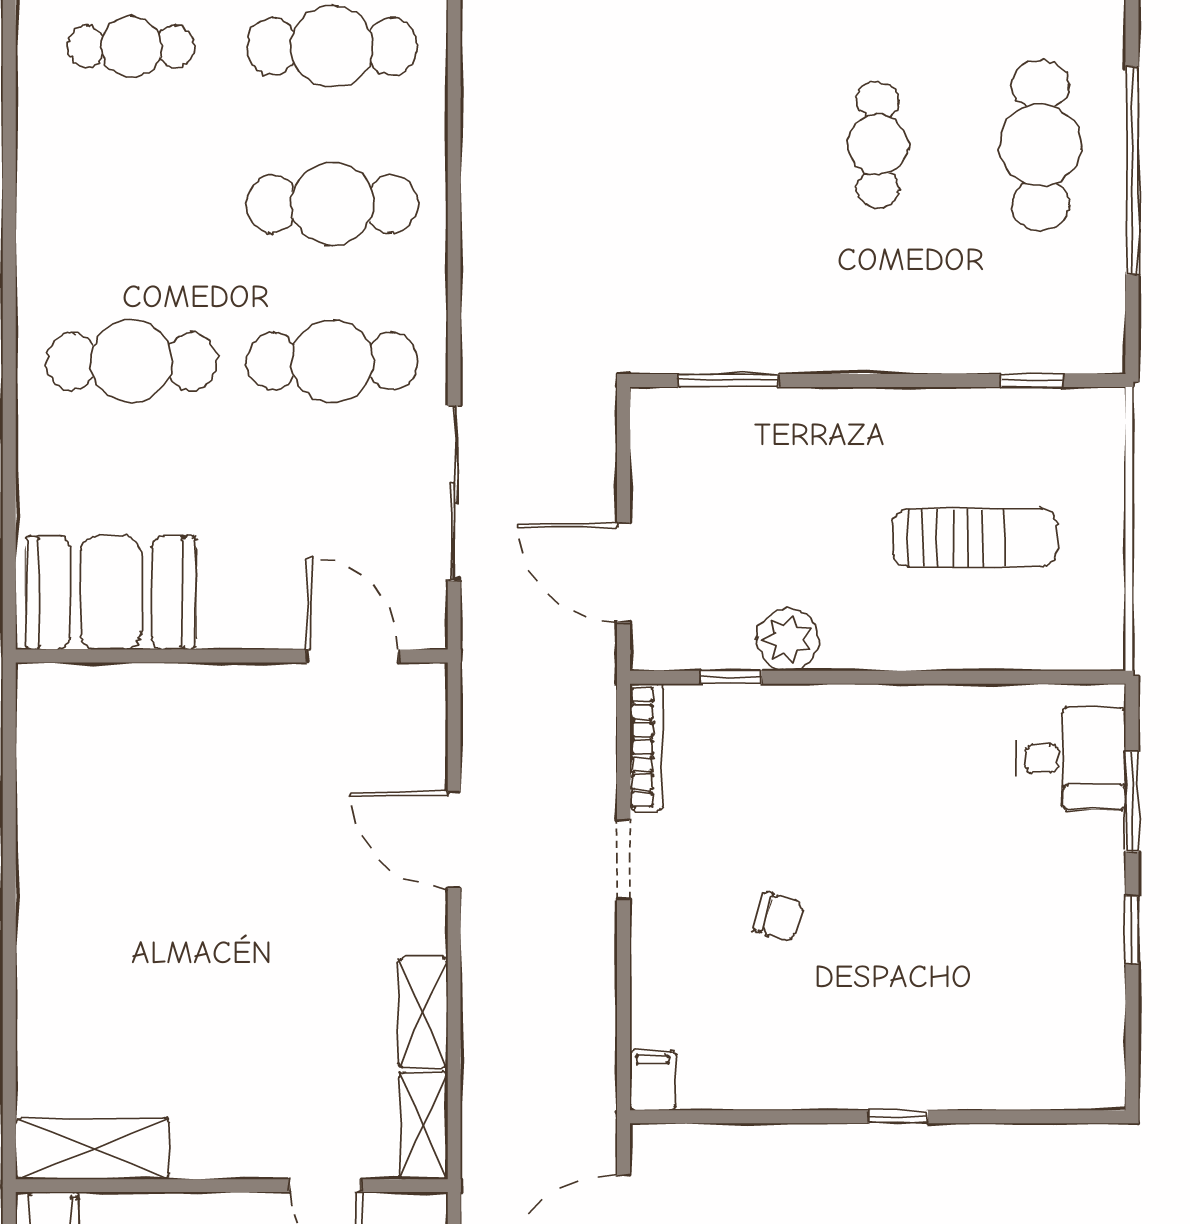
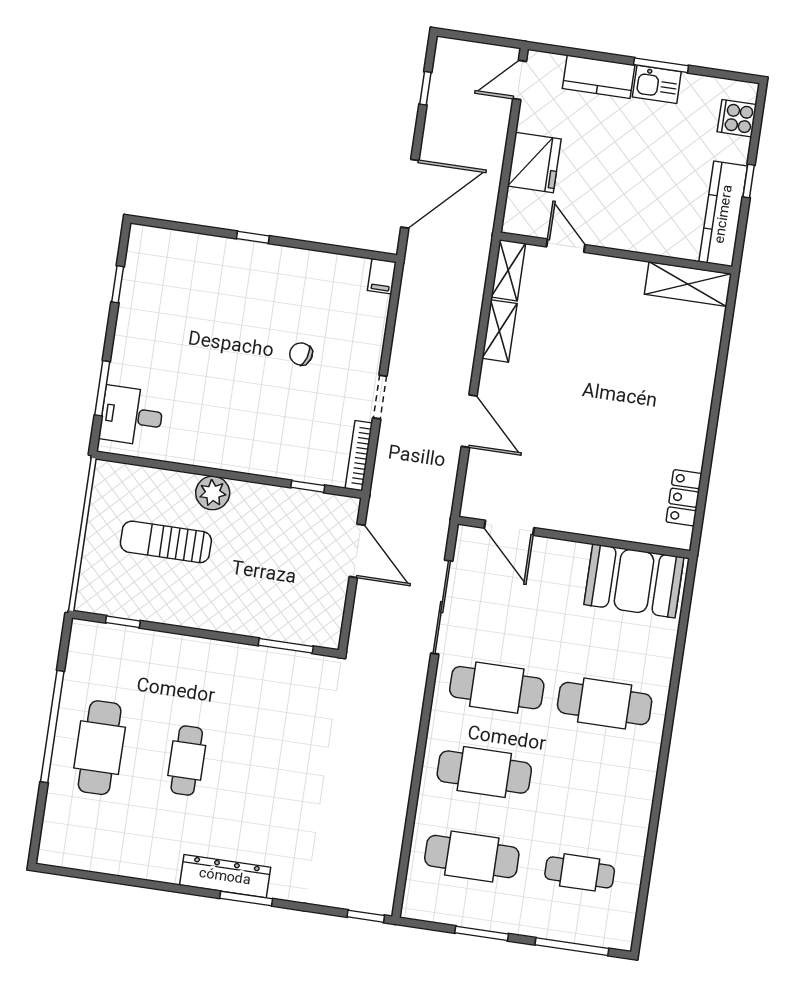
plant: (788, 640) -> (213, 493), moved
locker: (42, 758) -> (684, 498), added
window: (1132, 930) -> (118, 284), moved

